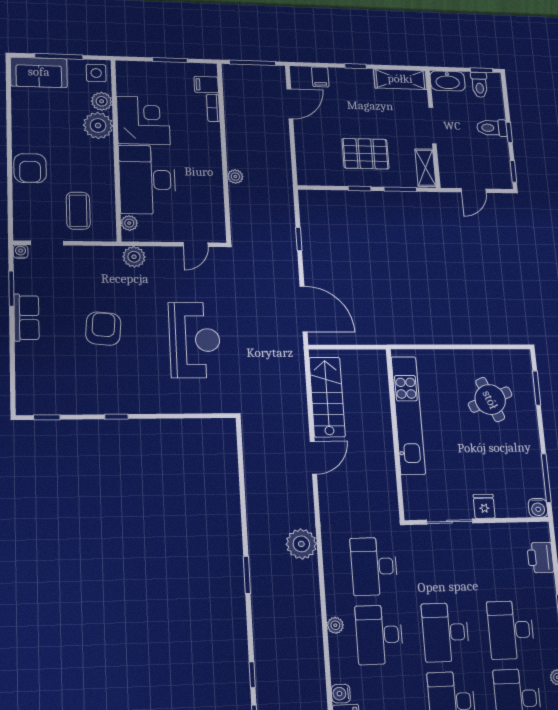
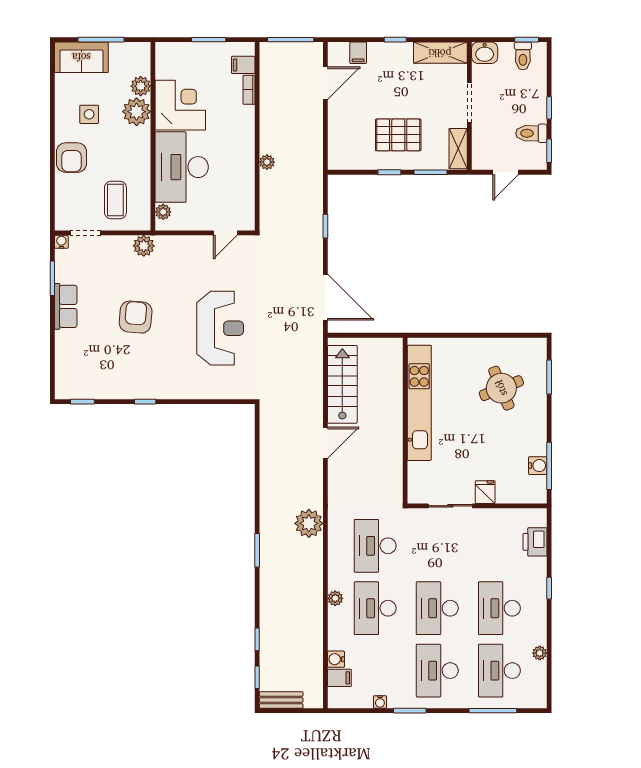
side table: (96, 73) -> (89, 114), moved
washbasin: (448, 81) -> (485, 53), width x0.72
toilet: (492, 128) -> (531, 133), moved
plant: (134, 257) -> (144, 246), moved
water cooler: (538, 508) -> (538, 466), moved, turned -90

